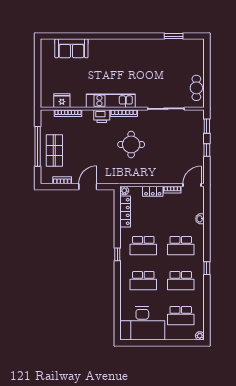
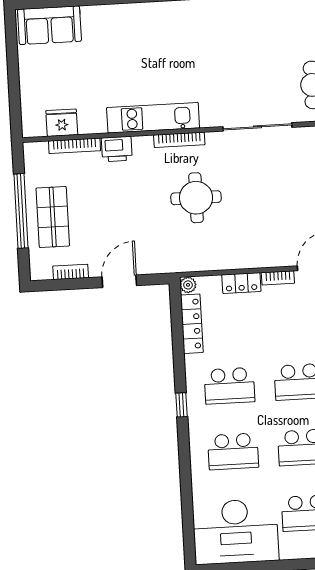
sofa: (71, 48) -> (49, 25), moved
printer: (102, 116) -> (117, 149), moved

